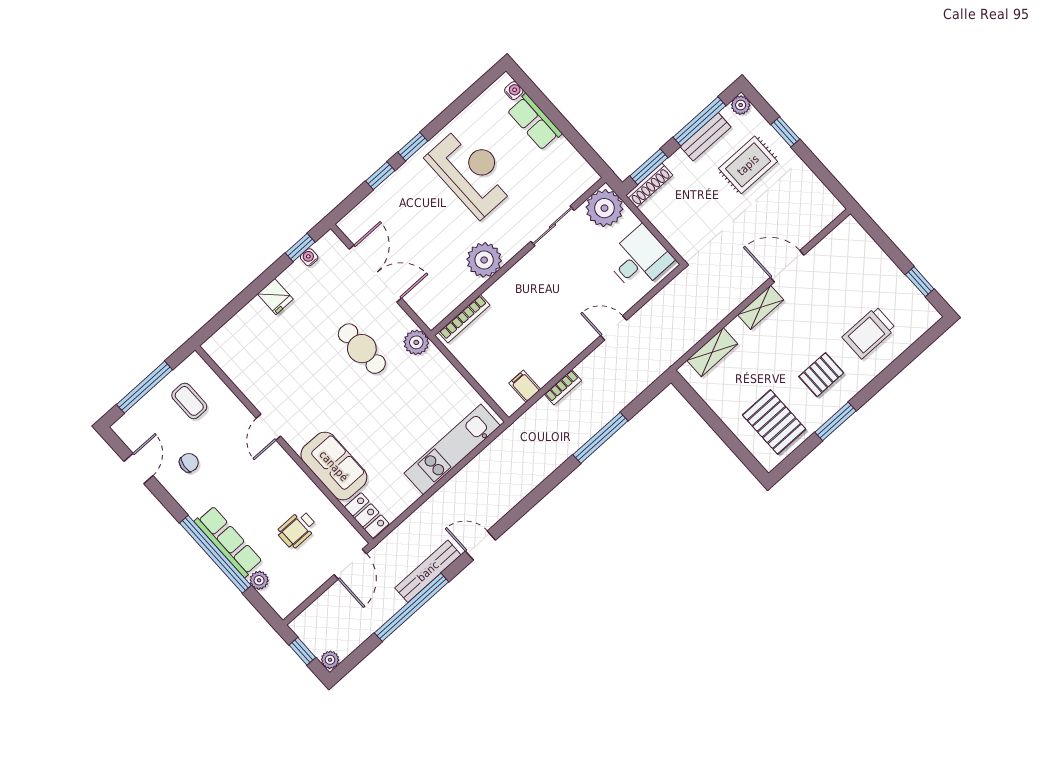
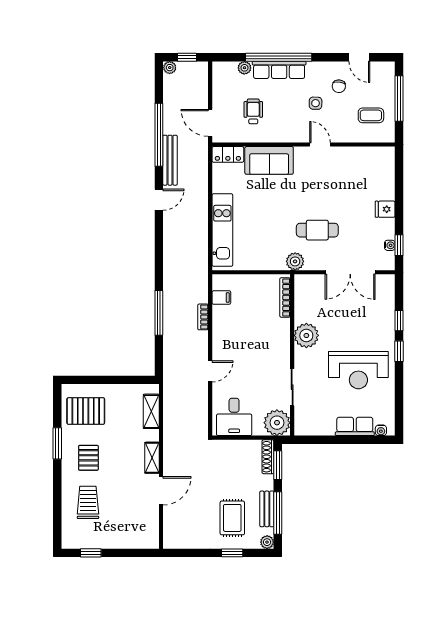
side table: (229, 471) -> (316, 103), added

